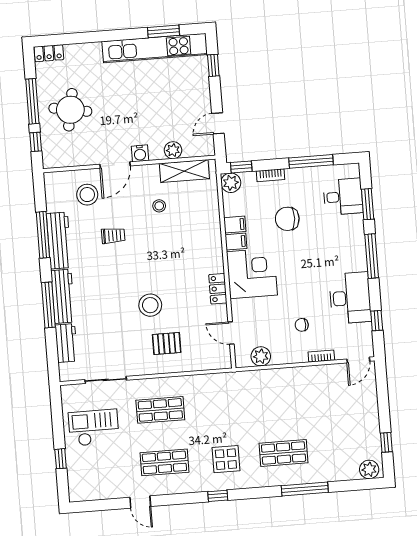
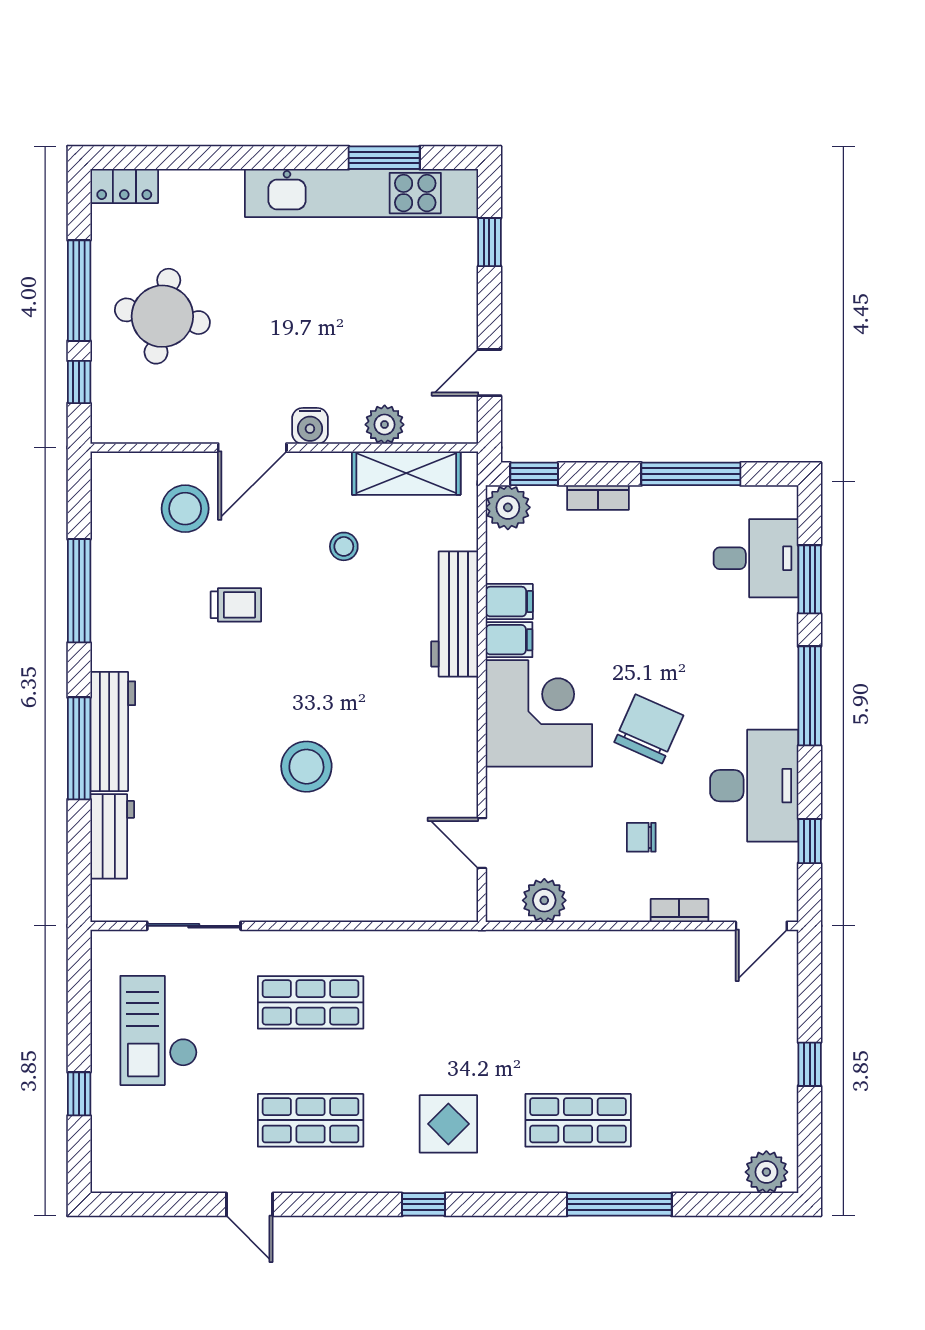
chair: (287, 219) -> (649, 729), moved, turned 111
workbench: (59, 240) -> (455, 614), moved, turned 180
locker: (218, 289) -> (460, 742), removed
pallet: (167, 343) -> (336, 855), removed
checkout: (94, 428) -> (159, 1030), turned -90
window: (386, 442) -> (810, 1064), moved

